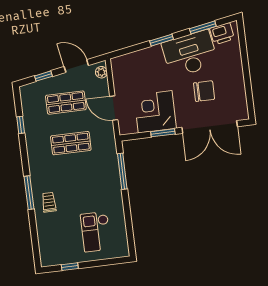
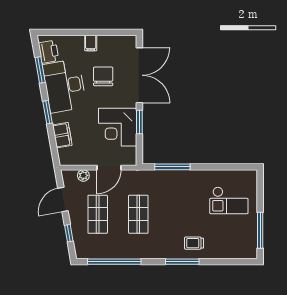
filing cabinet: (140, 58) -> (62, 135), added
plant: (101, 72) -> (83, 175), moved
filing cabinet: (236, 75) -> (91, 43), added
window: (21, 125) -> (114, 262), width x3.17
window: (70, 267) -> (260, 230), width x2.17

